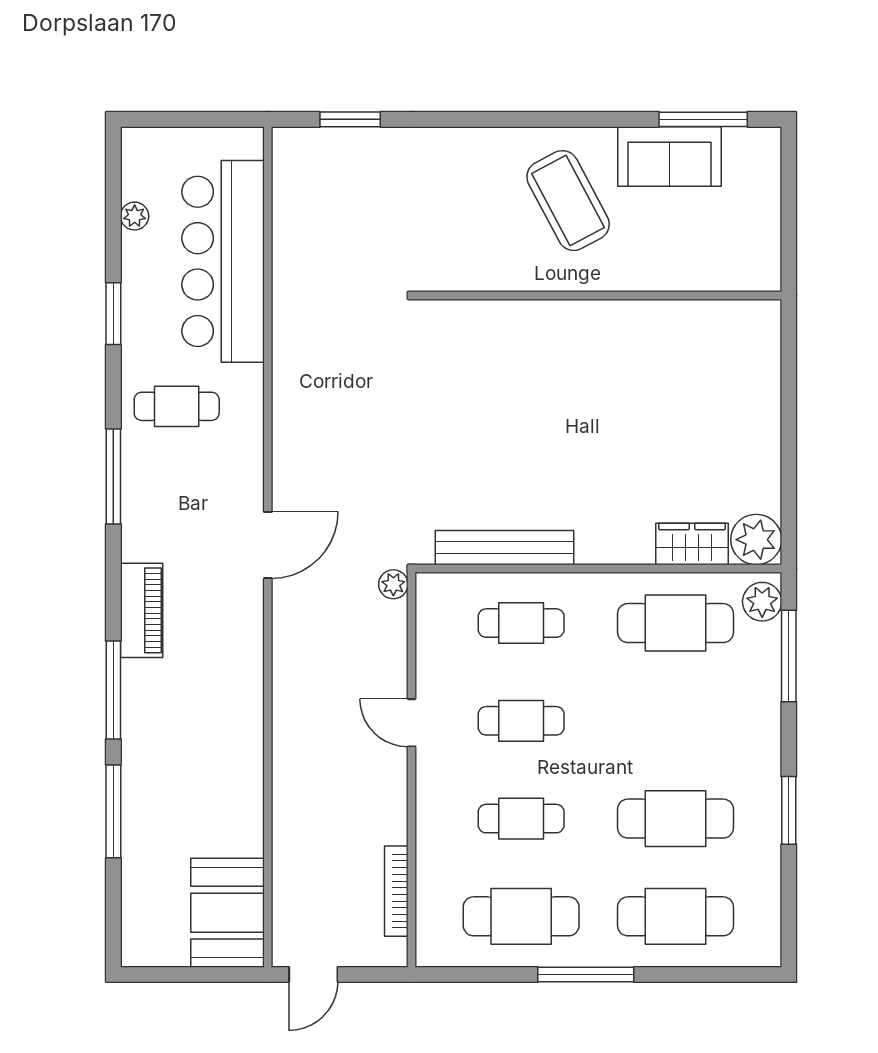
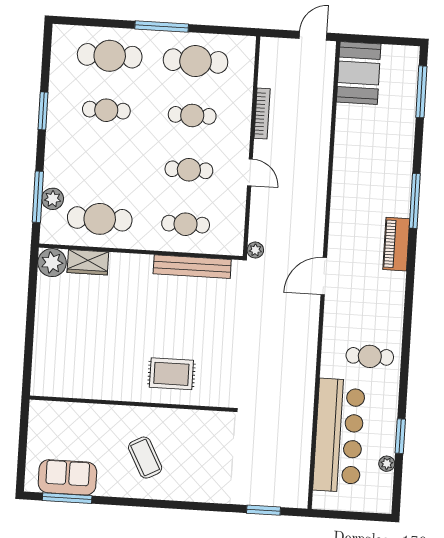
sofa: (670, 156) -> (67, 477), moved
coffee table: (568, 201) -> (145, 458), width x0.73, depth x0.76
window: (113, 314) -> (400, 436), moved
rug: (530, 353) -> (171, 374), added
window: (113, 476) -> (407, 320), removed
plant: (762, 602) -> (53, 199), moved
window: (113, 811) -> (421, 92), moved
cafe table: (676, 819) -> (106, 110), width x0.73, depth x0.74
bookcase: (396, 891) -> (262, 114), moved

